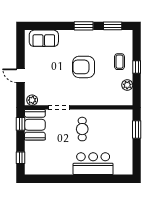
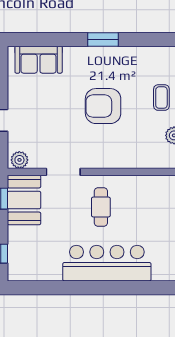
window: (113, 26) -> (150, 39), removed
bar counter: (93, 164) -> (107, 263), width x1.36

